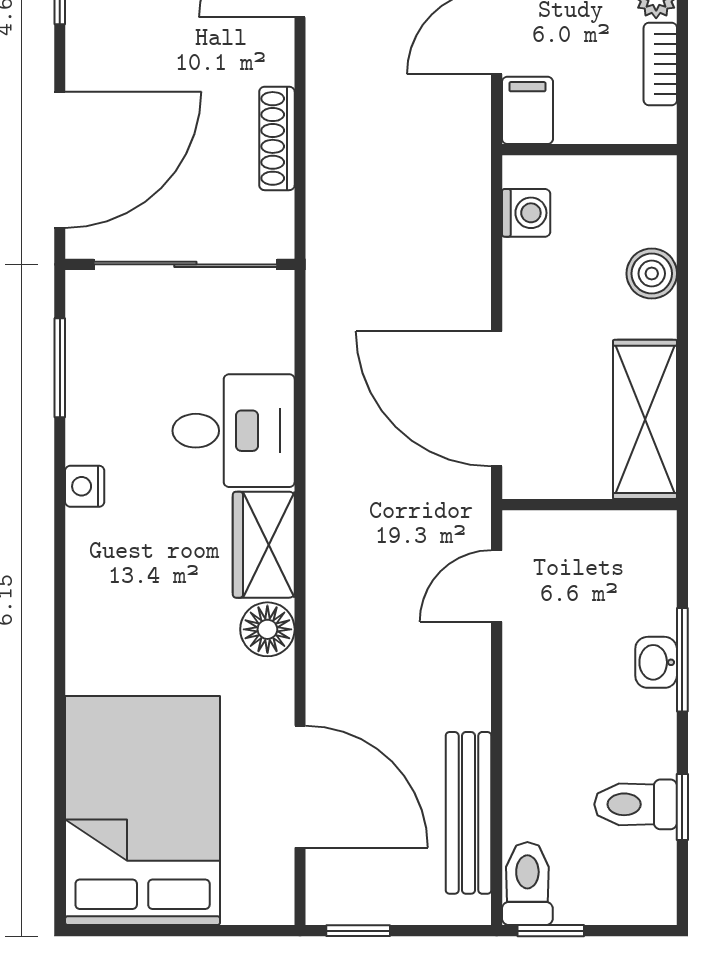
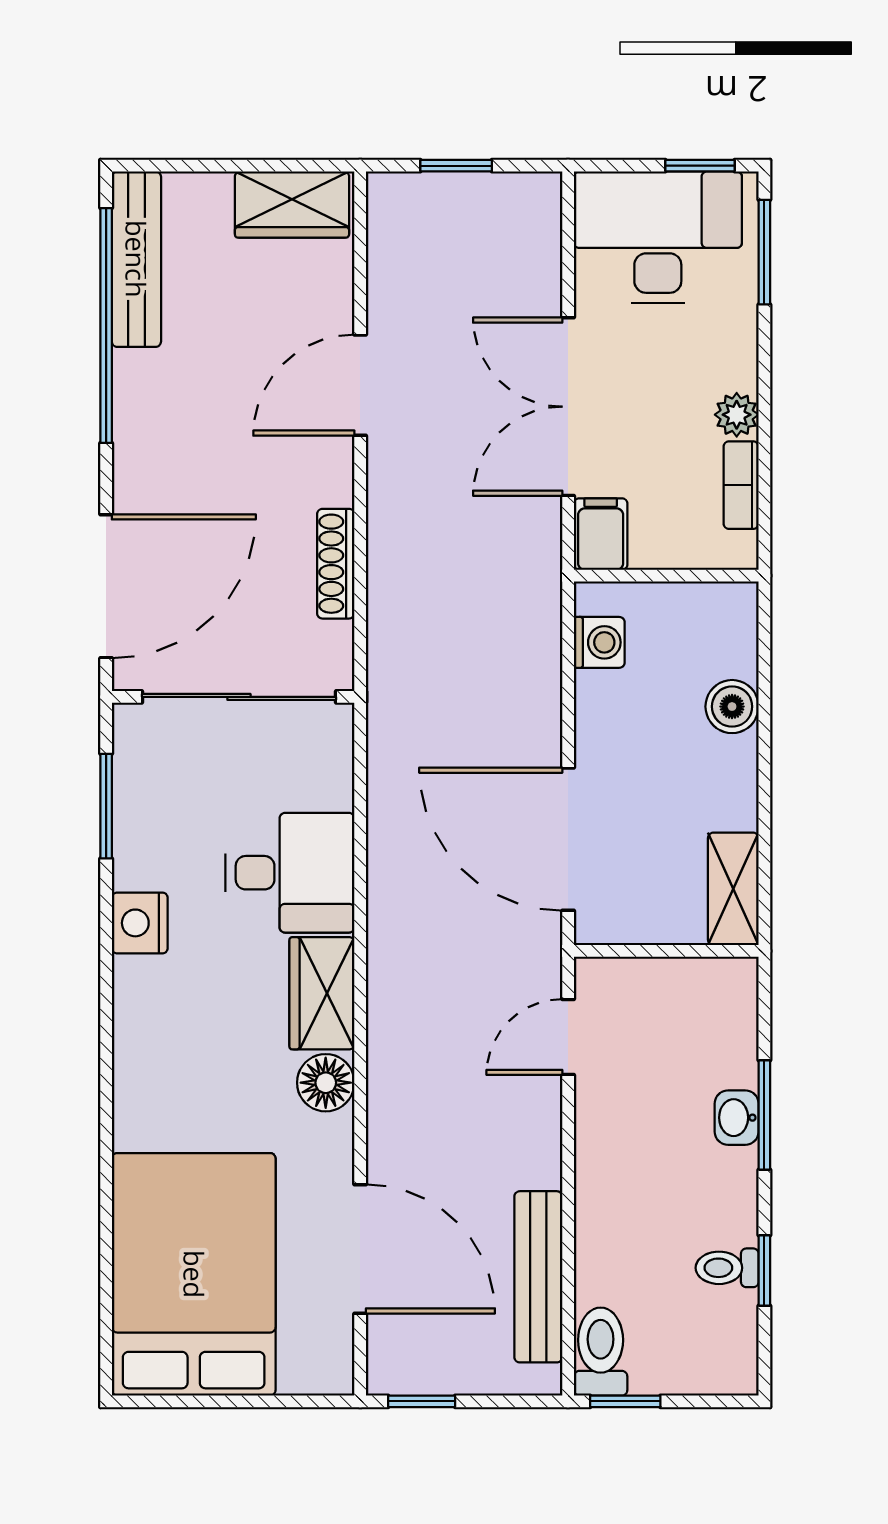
shelving: (645, 419) -> (733, 889), width x0.67, depth x0.75
nightstand: (85, 486) -> (140, 923), width x1.39, depth x1.35
toilet: (636, 804) -> (727, 1268), width x0.73, depth x0.72

